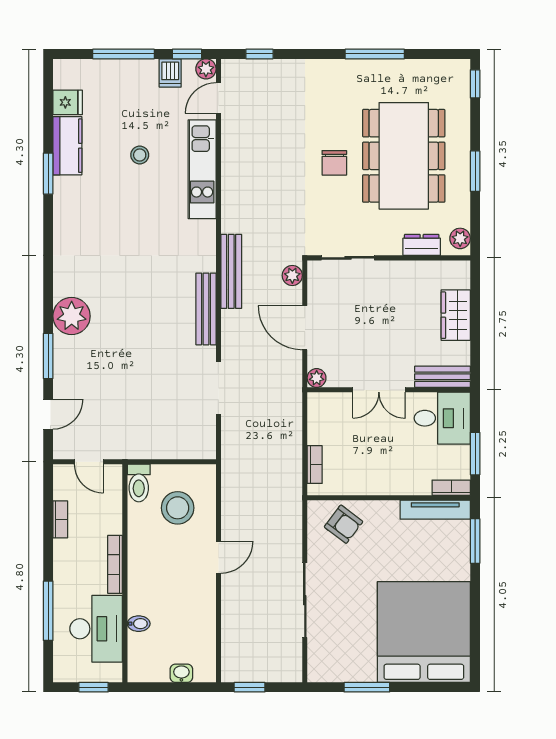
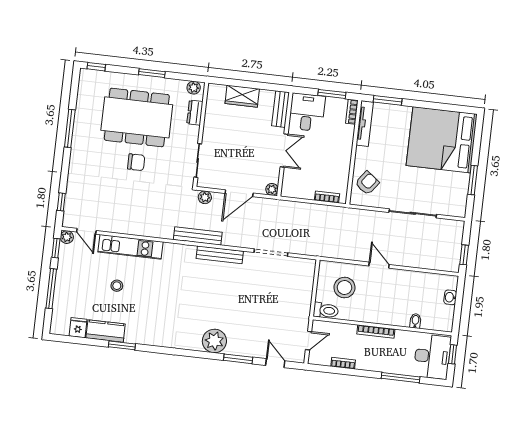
dishwasher: (170, 73) -> (67, 260), removed
desk: (96, 629) -> (432, 357), moved, turned 90

